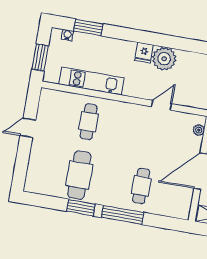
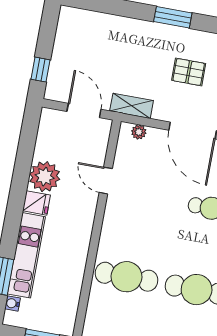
kitchen unit: (91, 81) -> (26, 255), moved, turned 180
cafe table: (89, 122) -> (126, 277), width x1.37, depth x1.35

